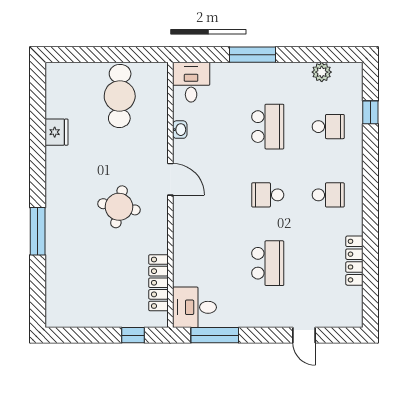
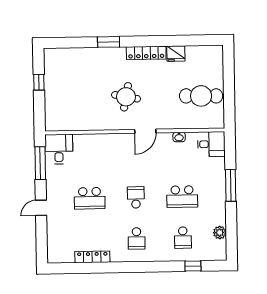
window: (38, 231) -> (109, 42), width x0.69
locker: (158, 283) -> (146, 53), moved, turned 180
window: (133, 335) -> (39, 82), moved
door: (304, 335) -> (41, 208), moved

